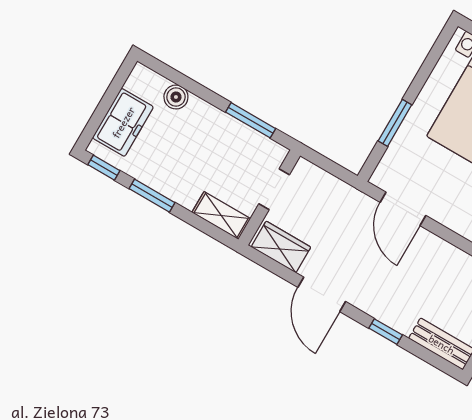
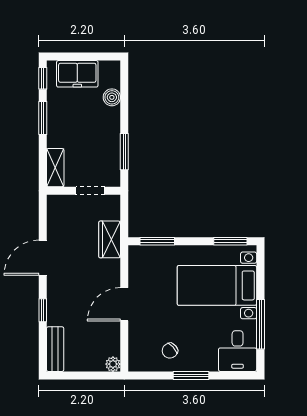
window: (435, 55) -> (230, 241), added
window: (395, 123) -> (157, 241), moved
door: (403, 209) -> (124, 304), moved
wardrobe: (281, 247) -> (110, 239), moved, turned 180

